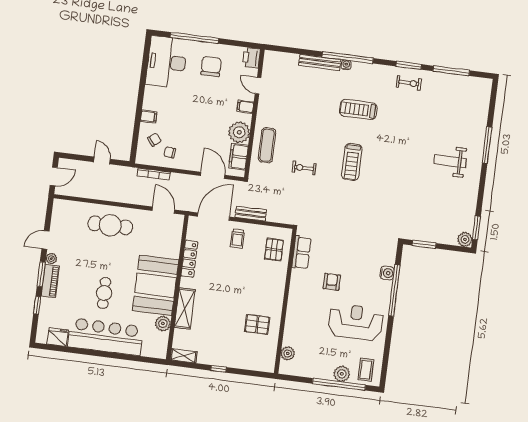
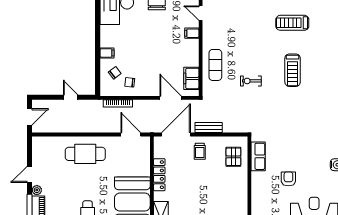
plant: (239, 132) -> (189, 57), removed

